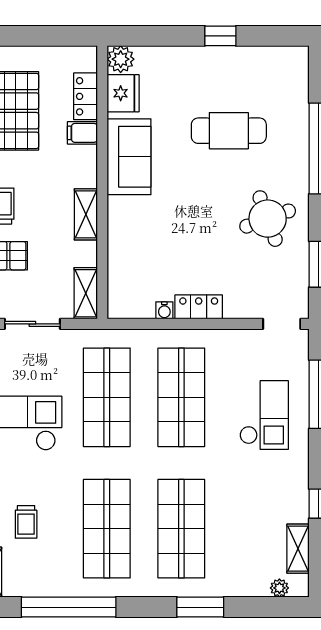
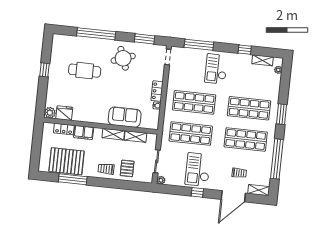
cafe table: (229, 131) -> (85, 71), turned 90
filing cabinet: (82, 133) -> (84, 132), width x2.00
sofa: (129, 157) -> (125, 117), moved
shelving: (86, 293) -> (136, 137), moved
checkout: (264, 415) -> (216, 69), moved, turned -90
window: (200, 607) -> (282, 114), moved

